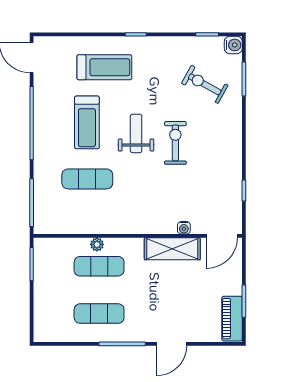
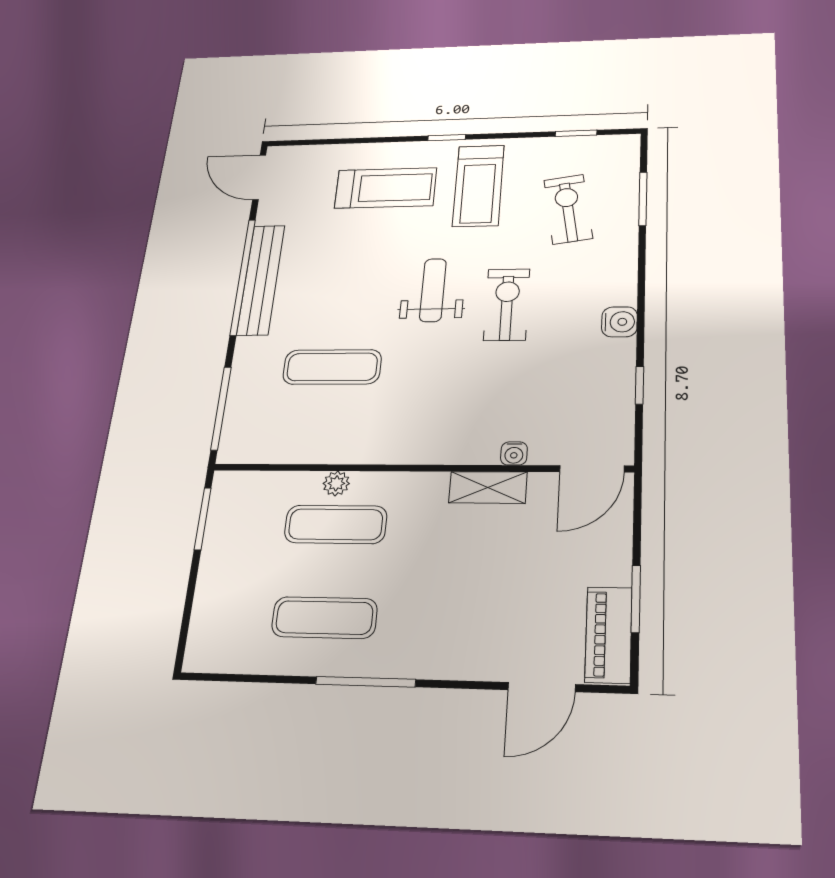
water cooler: (233, 45) -> (619, 322), moved
exercise bike: (205, 84) -> (568, 209), turned 52
treadmill: (87, 122) -> (478, 186), moved
bench: (42, 125) -> (261, 280), added
shelving: (172, 249) -> (488, 487), width x0.67, depth x0.75
door: (172, 344) -> (542, 687), moved

